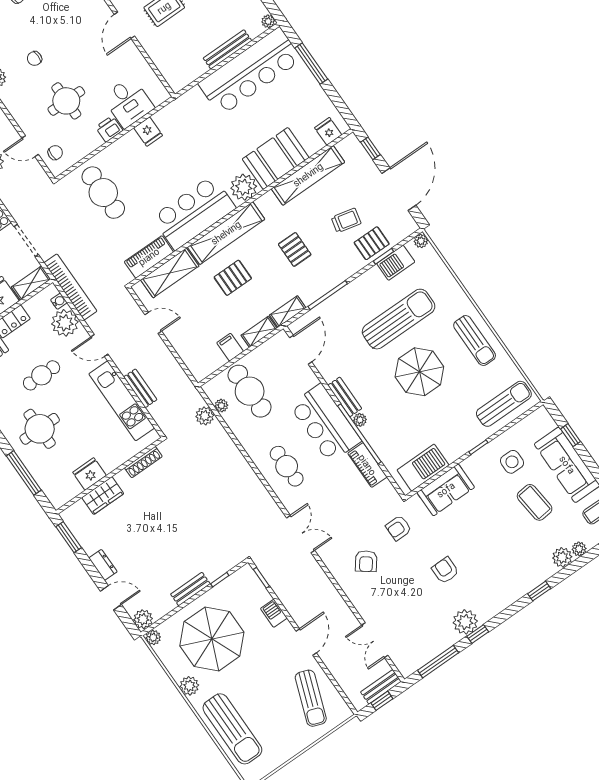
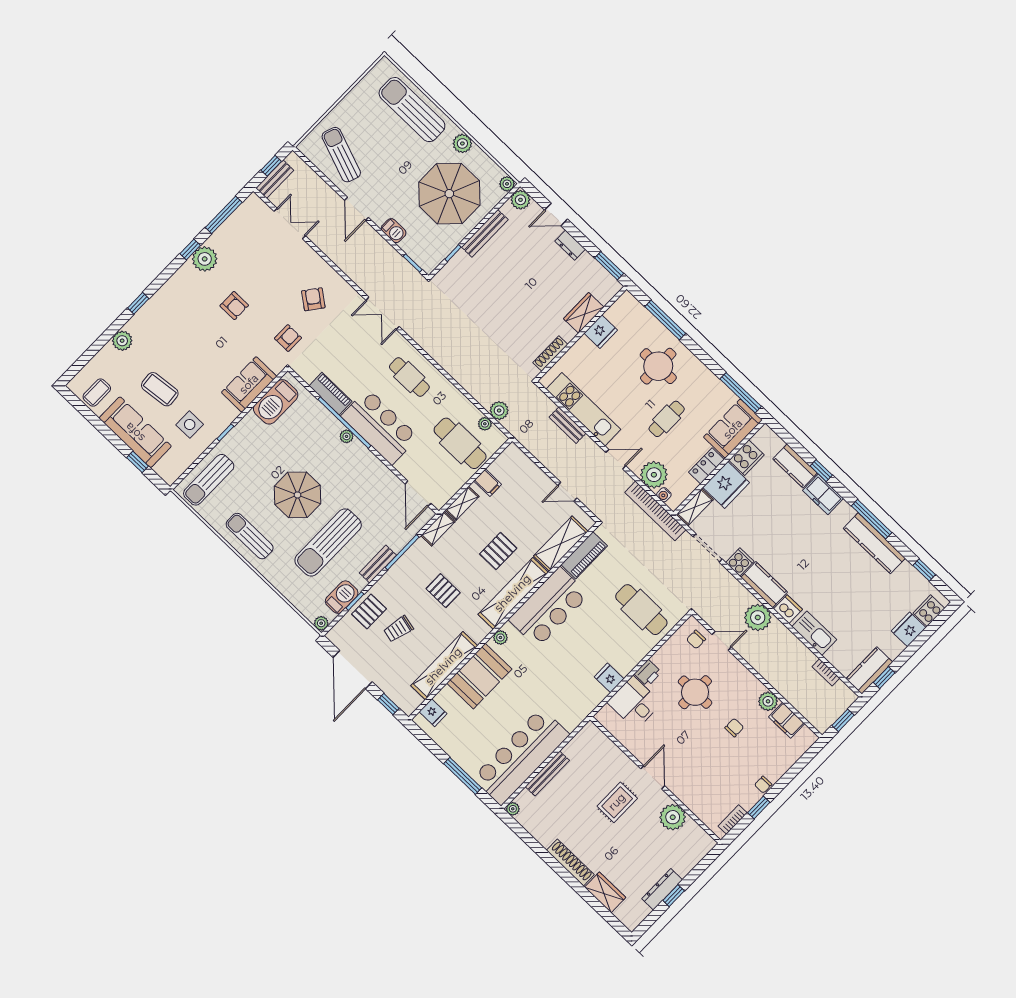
plant: (244, 187) -> (500, 637), width x0.53, depth x0.53
bench: (345, 397) -> (378, 564), moved, turned 90
plant: (579, 549) -> (107, 352), removed
bench: (190, 589) -> (485, 233), width x1.36

